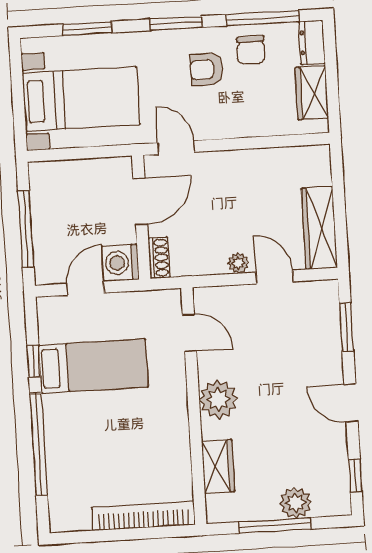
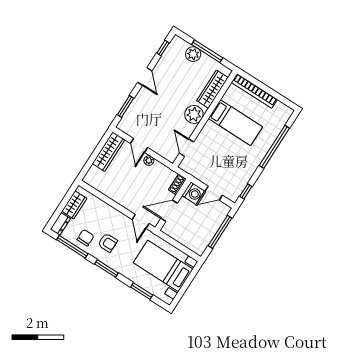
window: (34, 361) -> (246, 191), moved
bed: (93, 366) -> (235, 123), moved, turned 180
wardrobe: (218, 466) -> (212, 89), width x1.50

